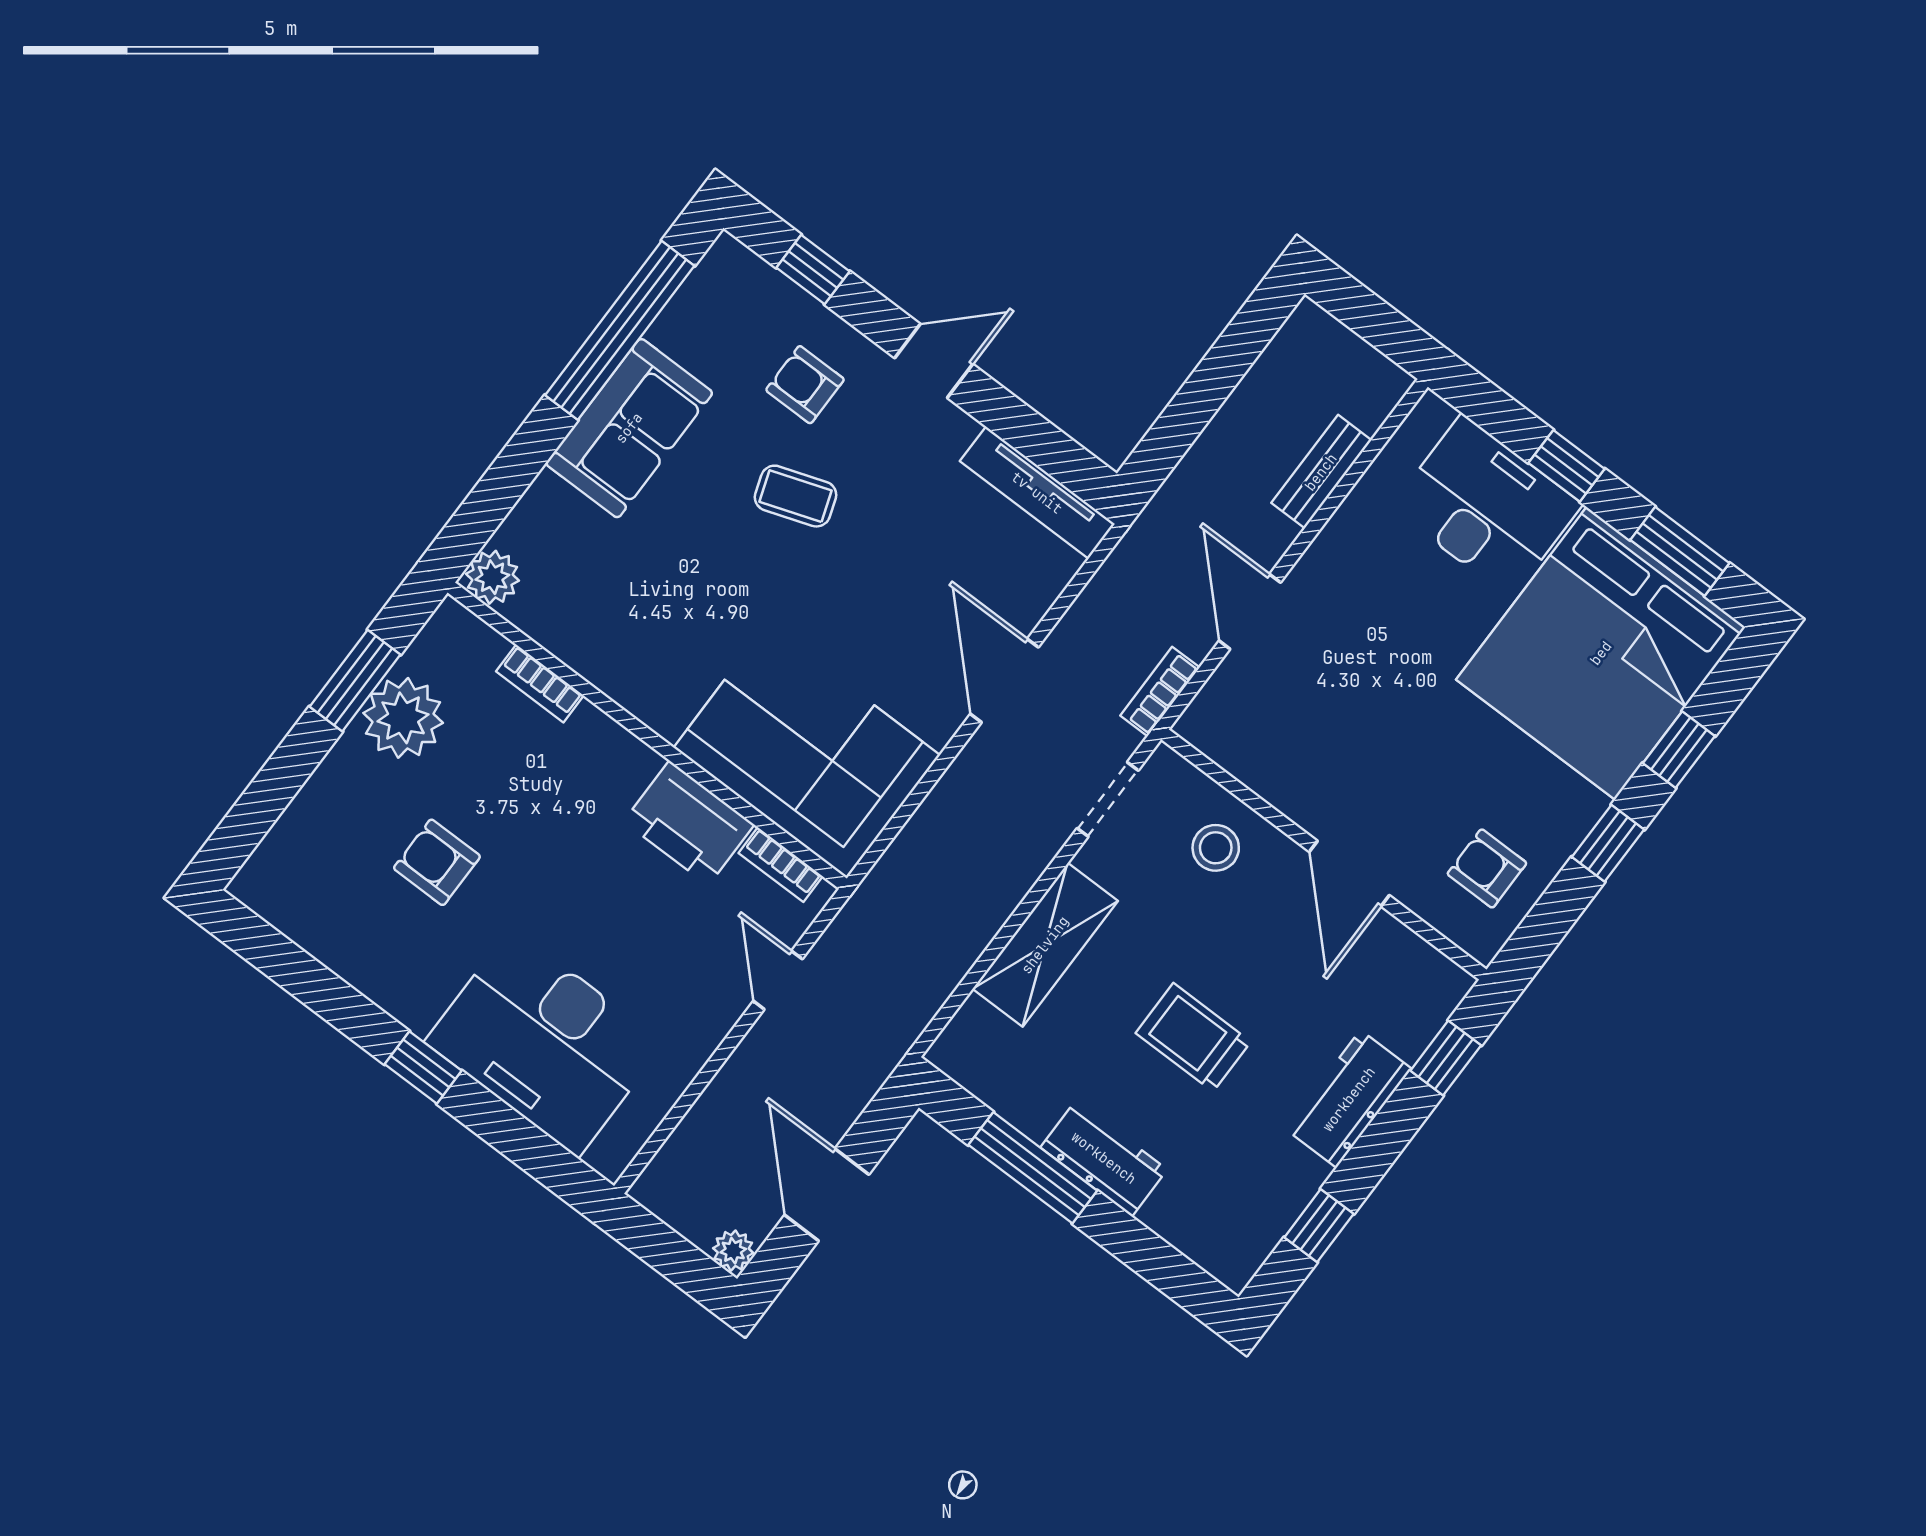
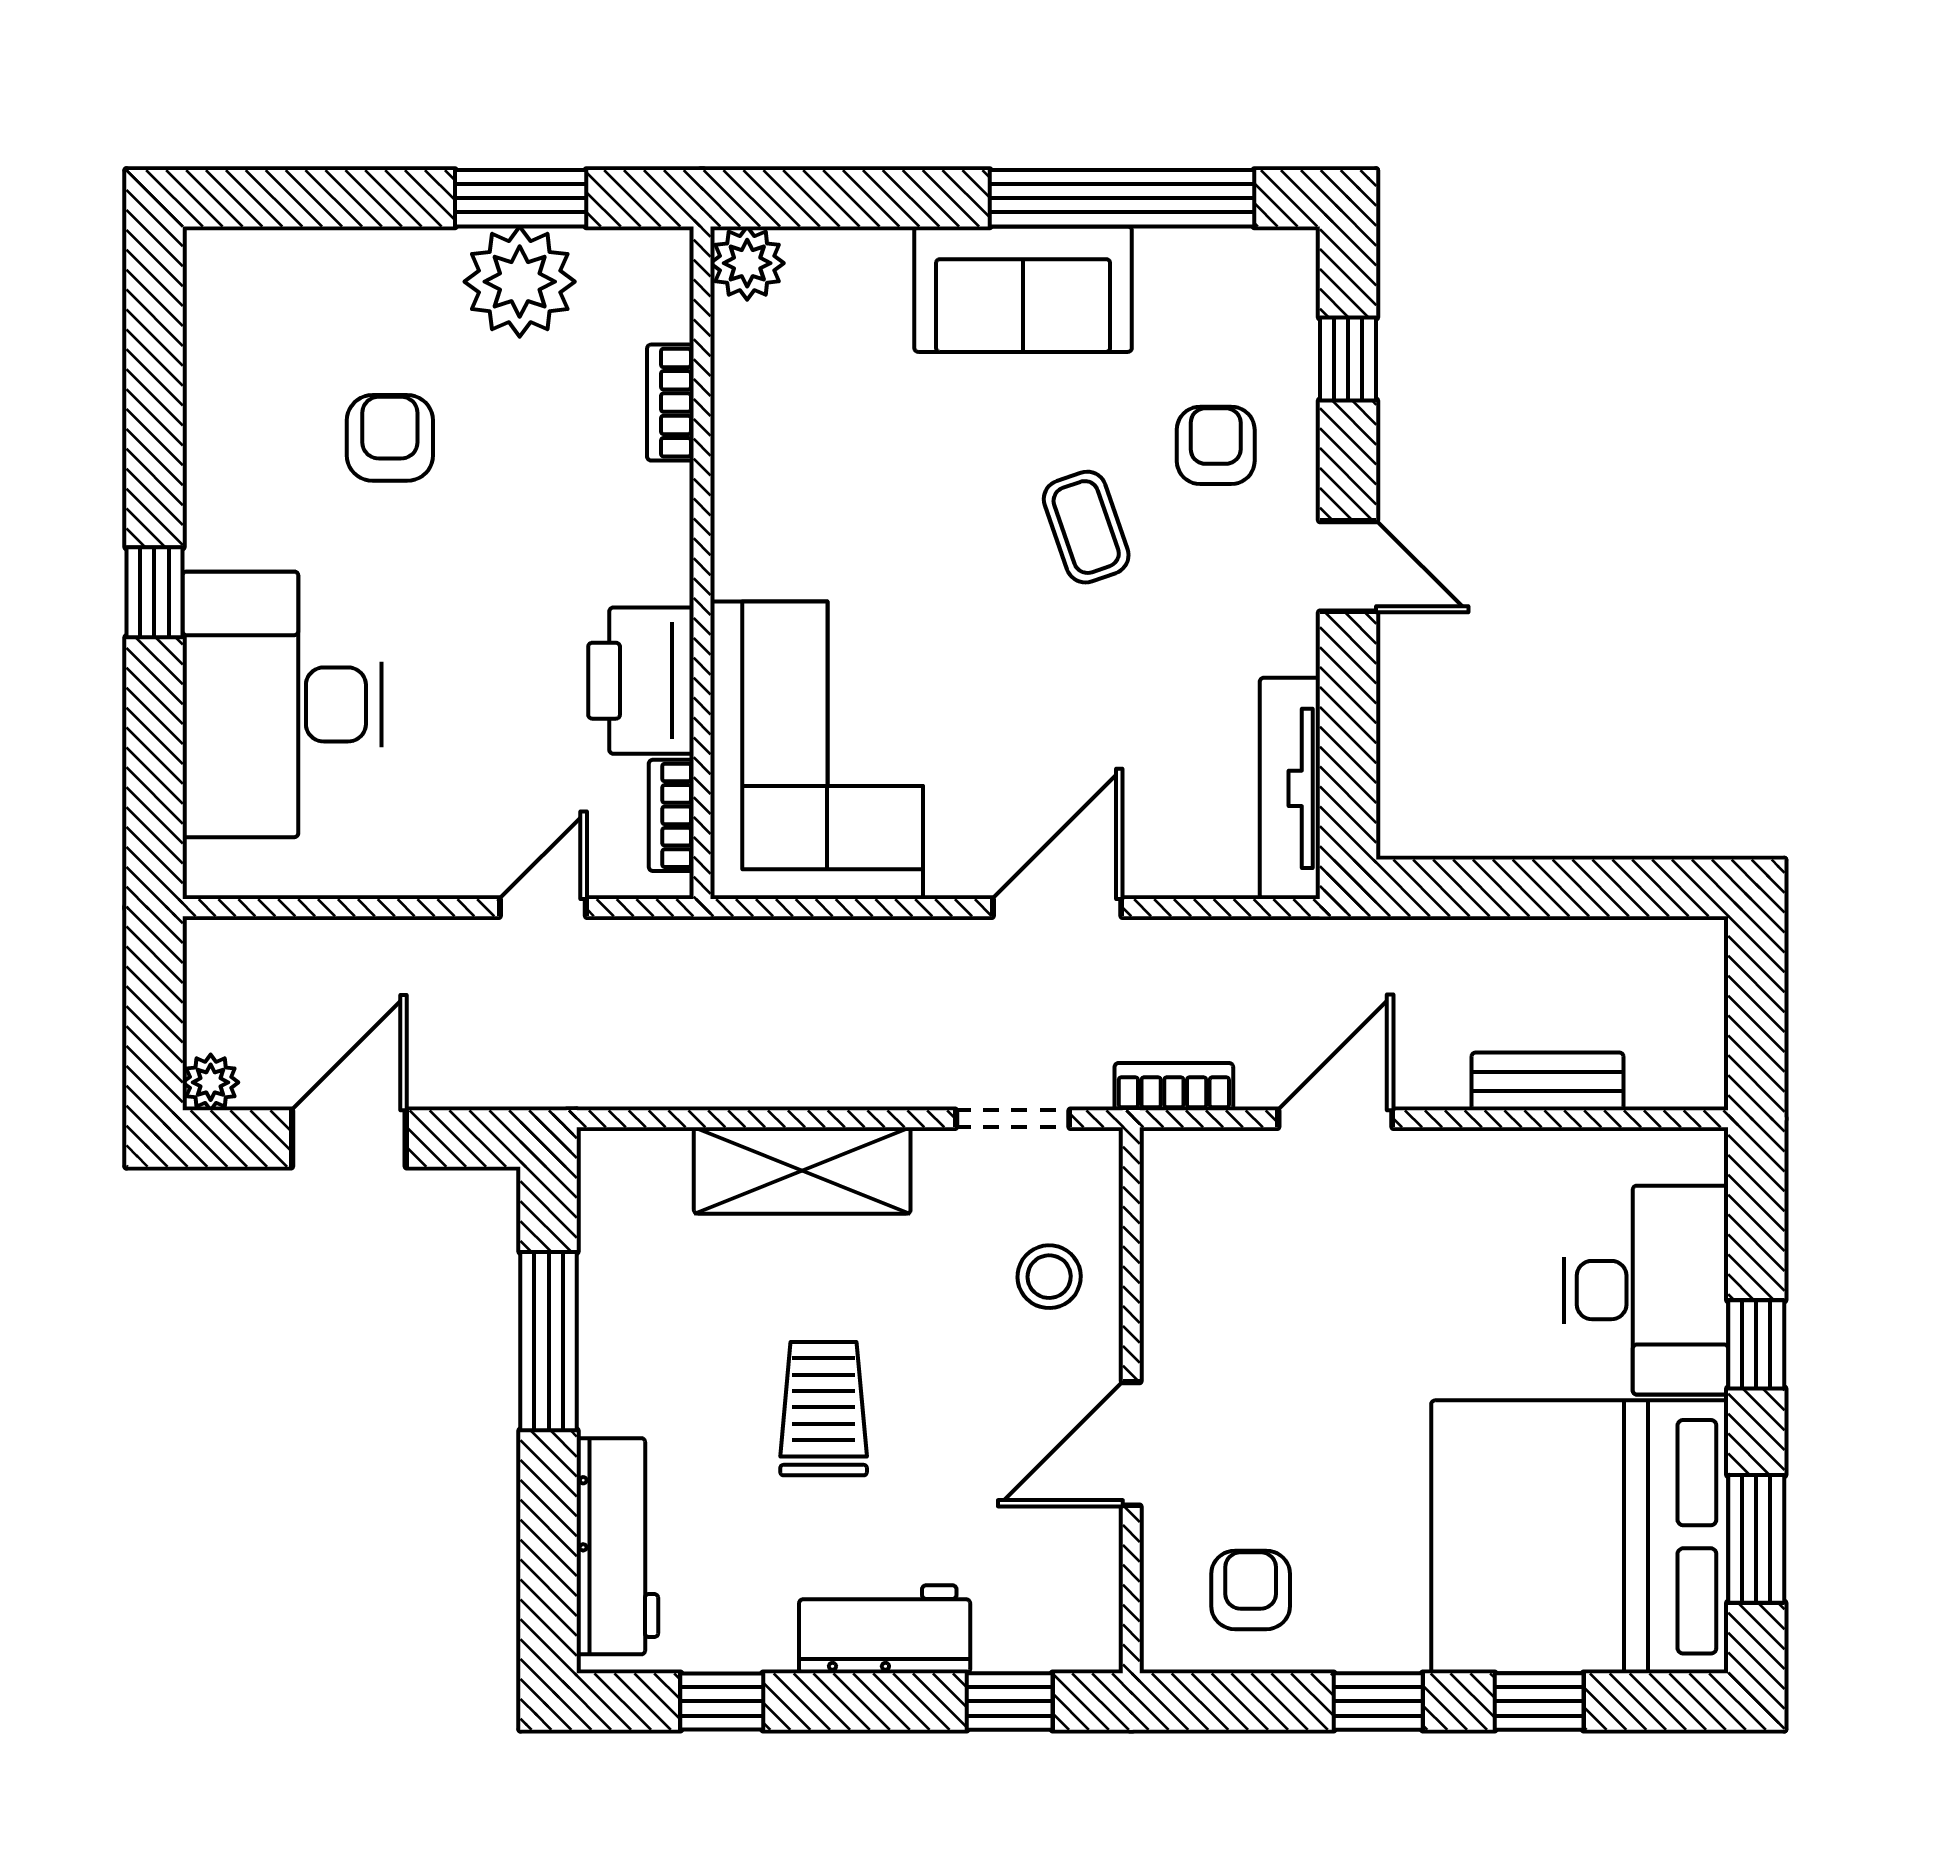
workbench: (1104, 1158) -> (617, 1546), moved, width x1.38

